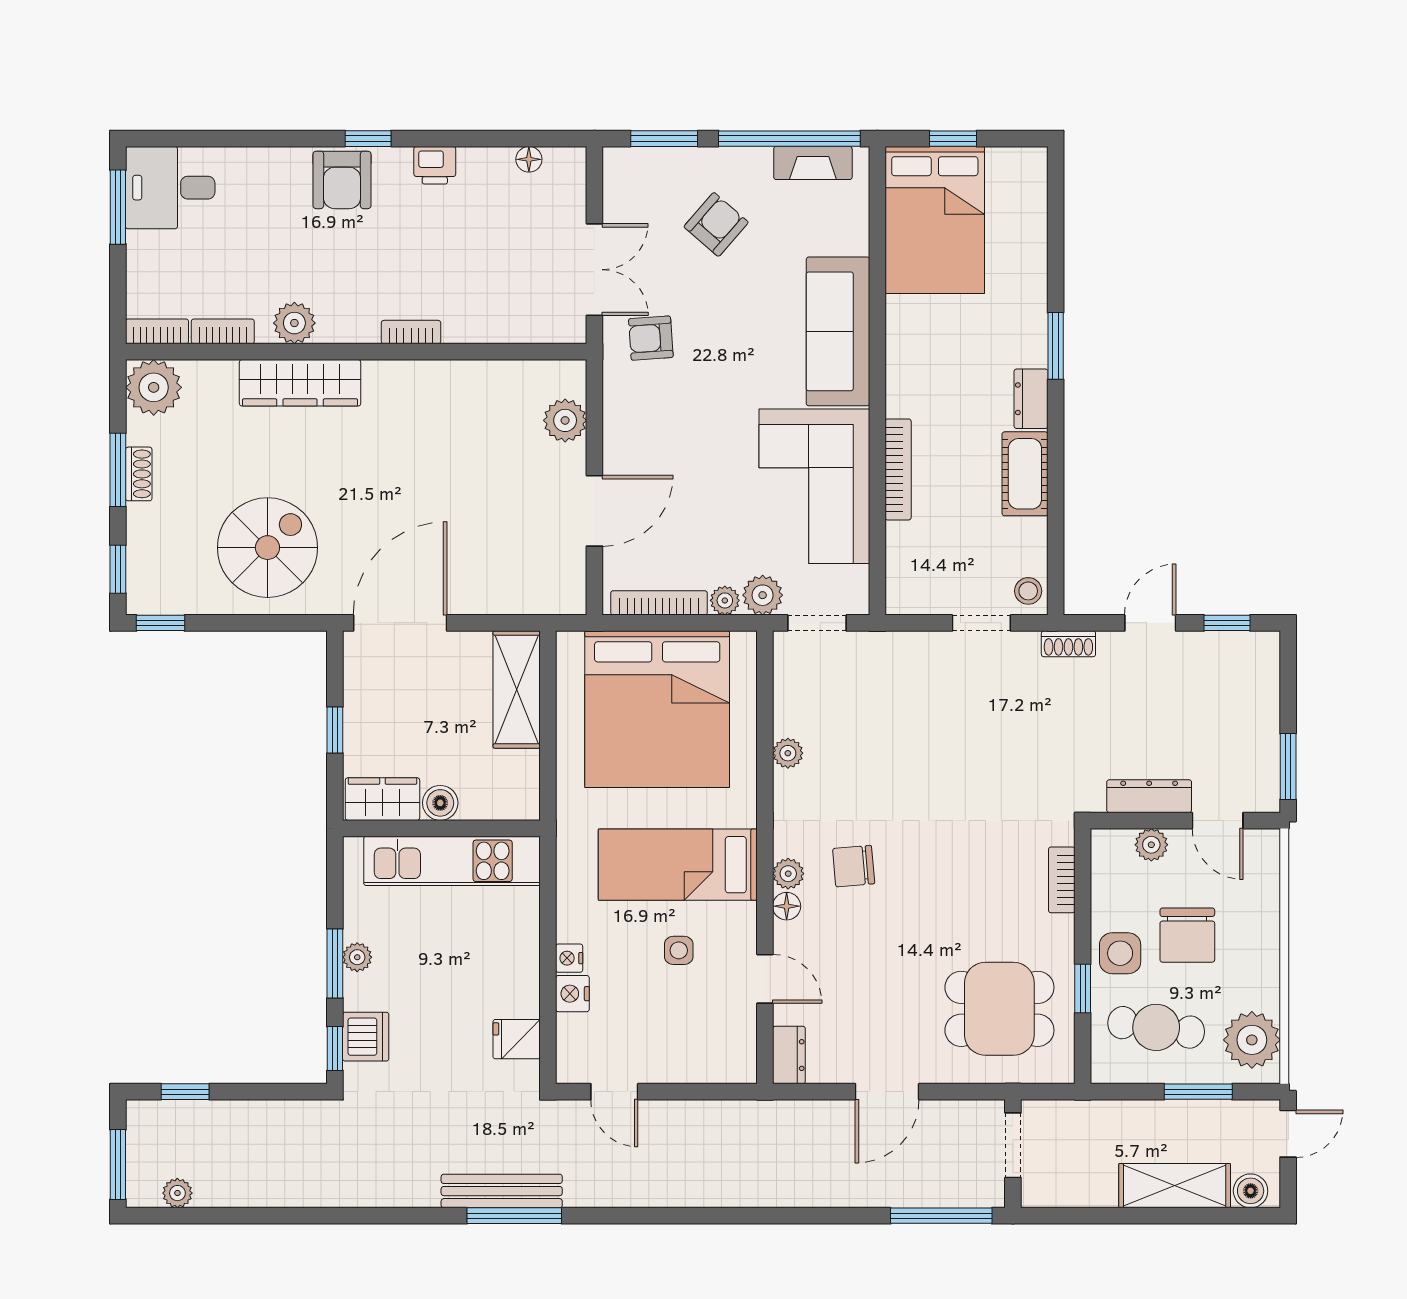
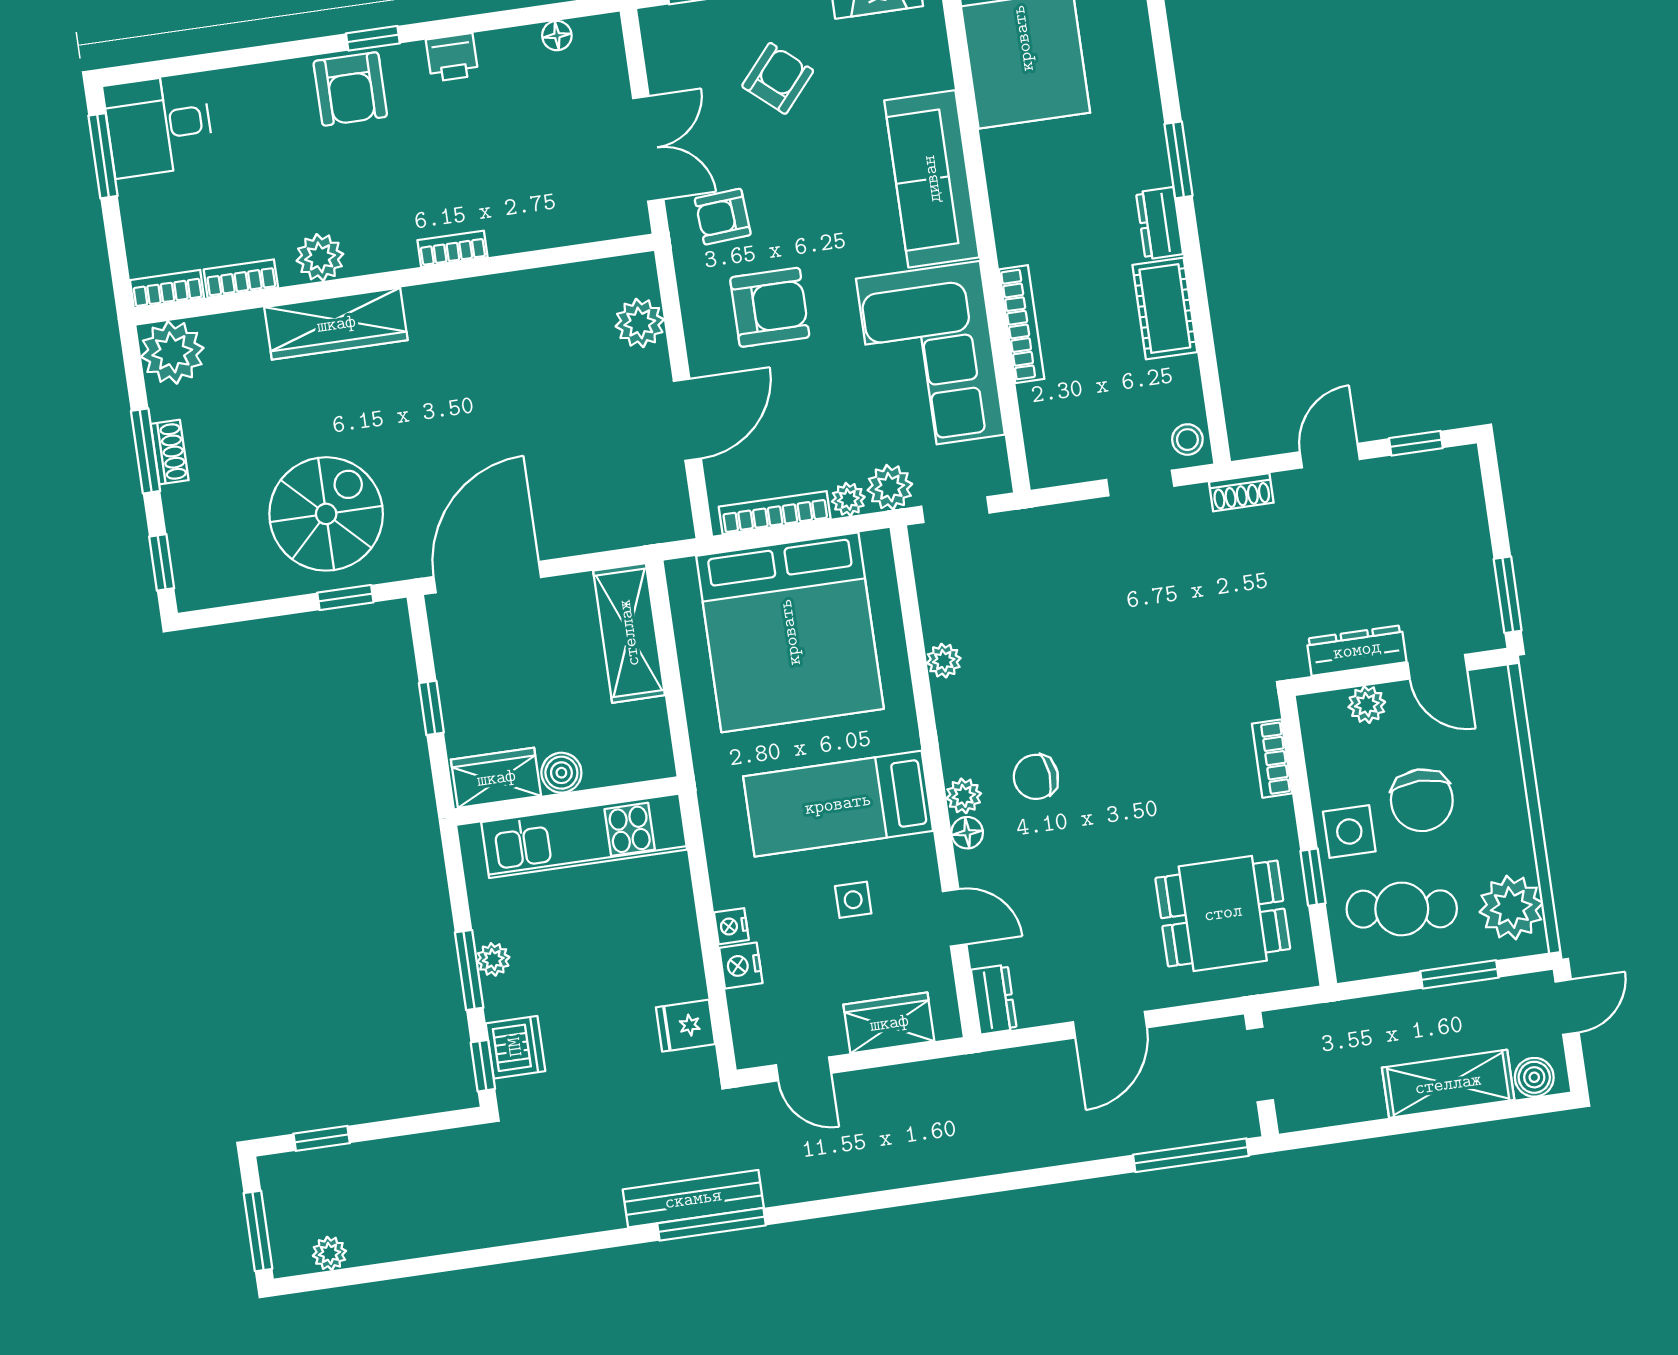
armchair: (680, 423) -> (770, 307), added
window: (161, 623) -> (345, 597), moved
wardrobe: (694, 1062) -> (889, 1023), added

